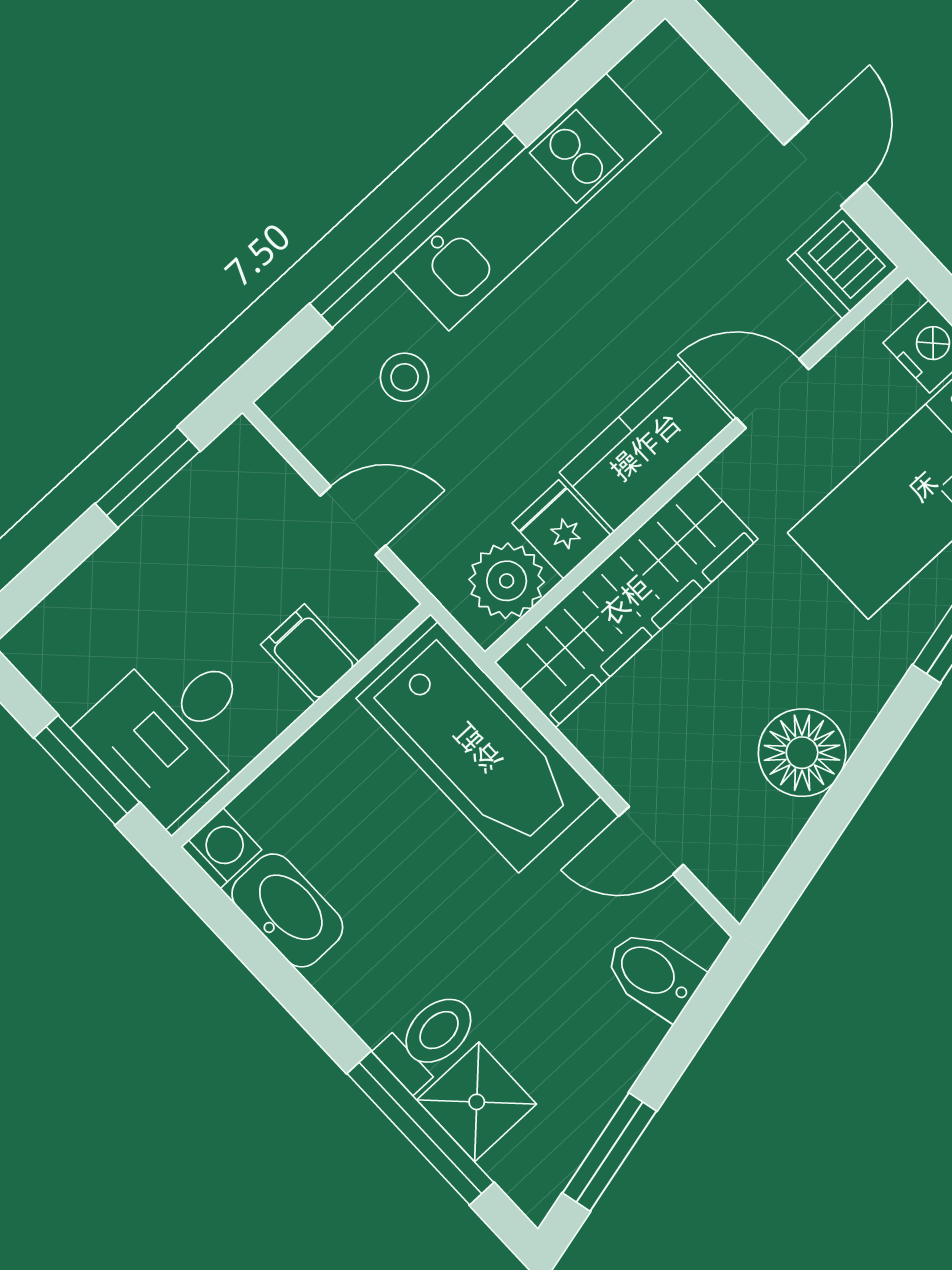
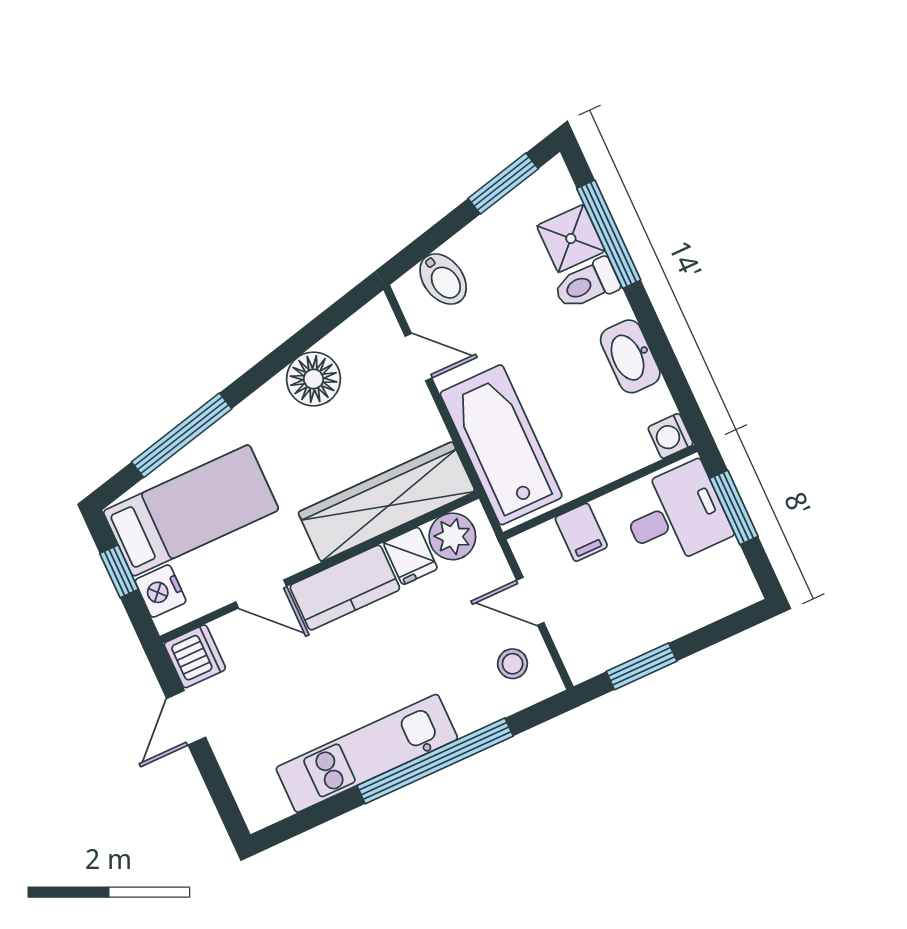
stool: (405, 377) -> (513, 664), moved
washbasin: (287, 910) -> (630, 356), moved

